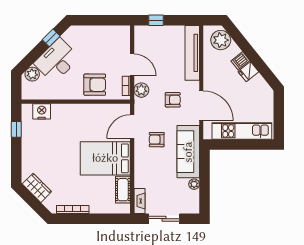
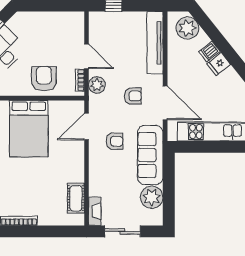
armchair: (95, 85) -> (44, 79), turned -90
armchair: (157, 140) -> (114, 141), turned 180
bed: (105, 158) -> (29, 129), moved, turned -90
plant: (194, 184) -> (152, 197), width x1.88, depth x1.88

